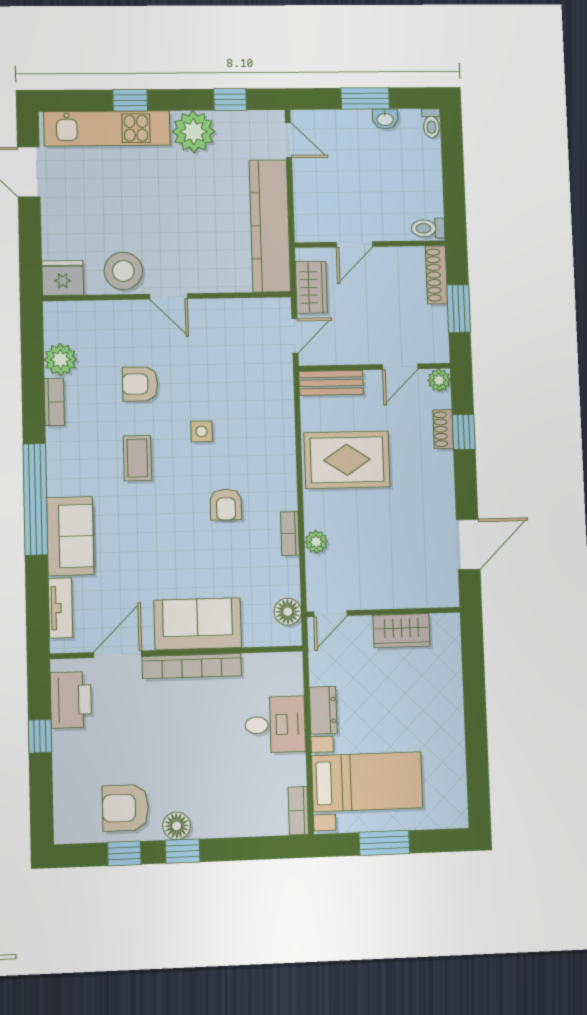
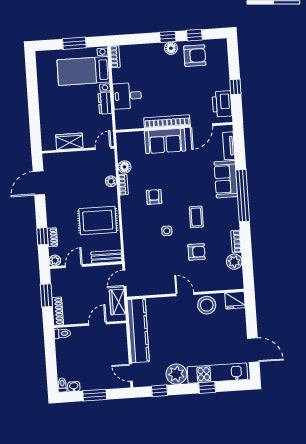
washbasin: (385, 119) -> (74, 386), moved
floor lamp: (288, 612) -> (124, 167), moved

